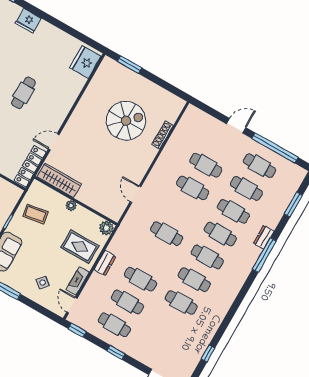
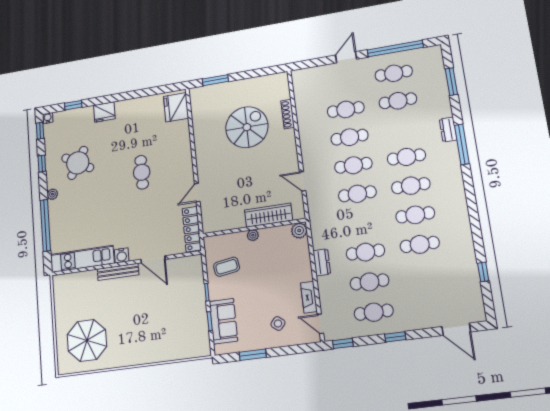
wardrobe: (59, 180) -> (269, 215), moved
cafe table: (233, 211) -> (353, 165), moved
rug: (80, 247) -> (288, 265), removed

